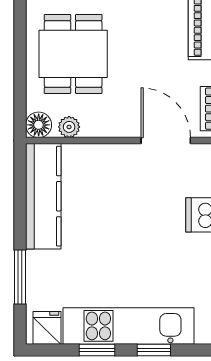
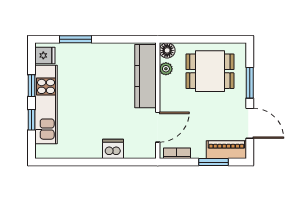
kitchen counter: (43, 196) -> (145, 76), moved, turned 90

